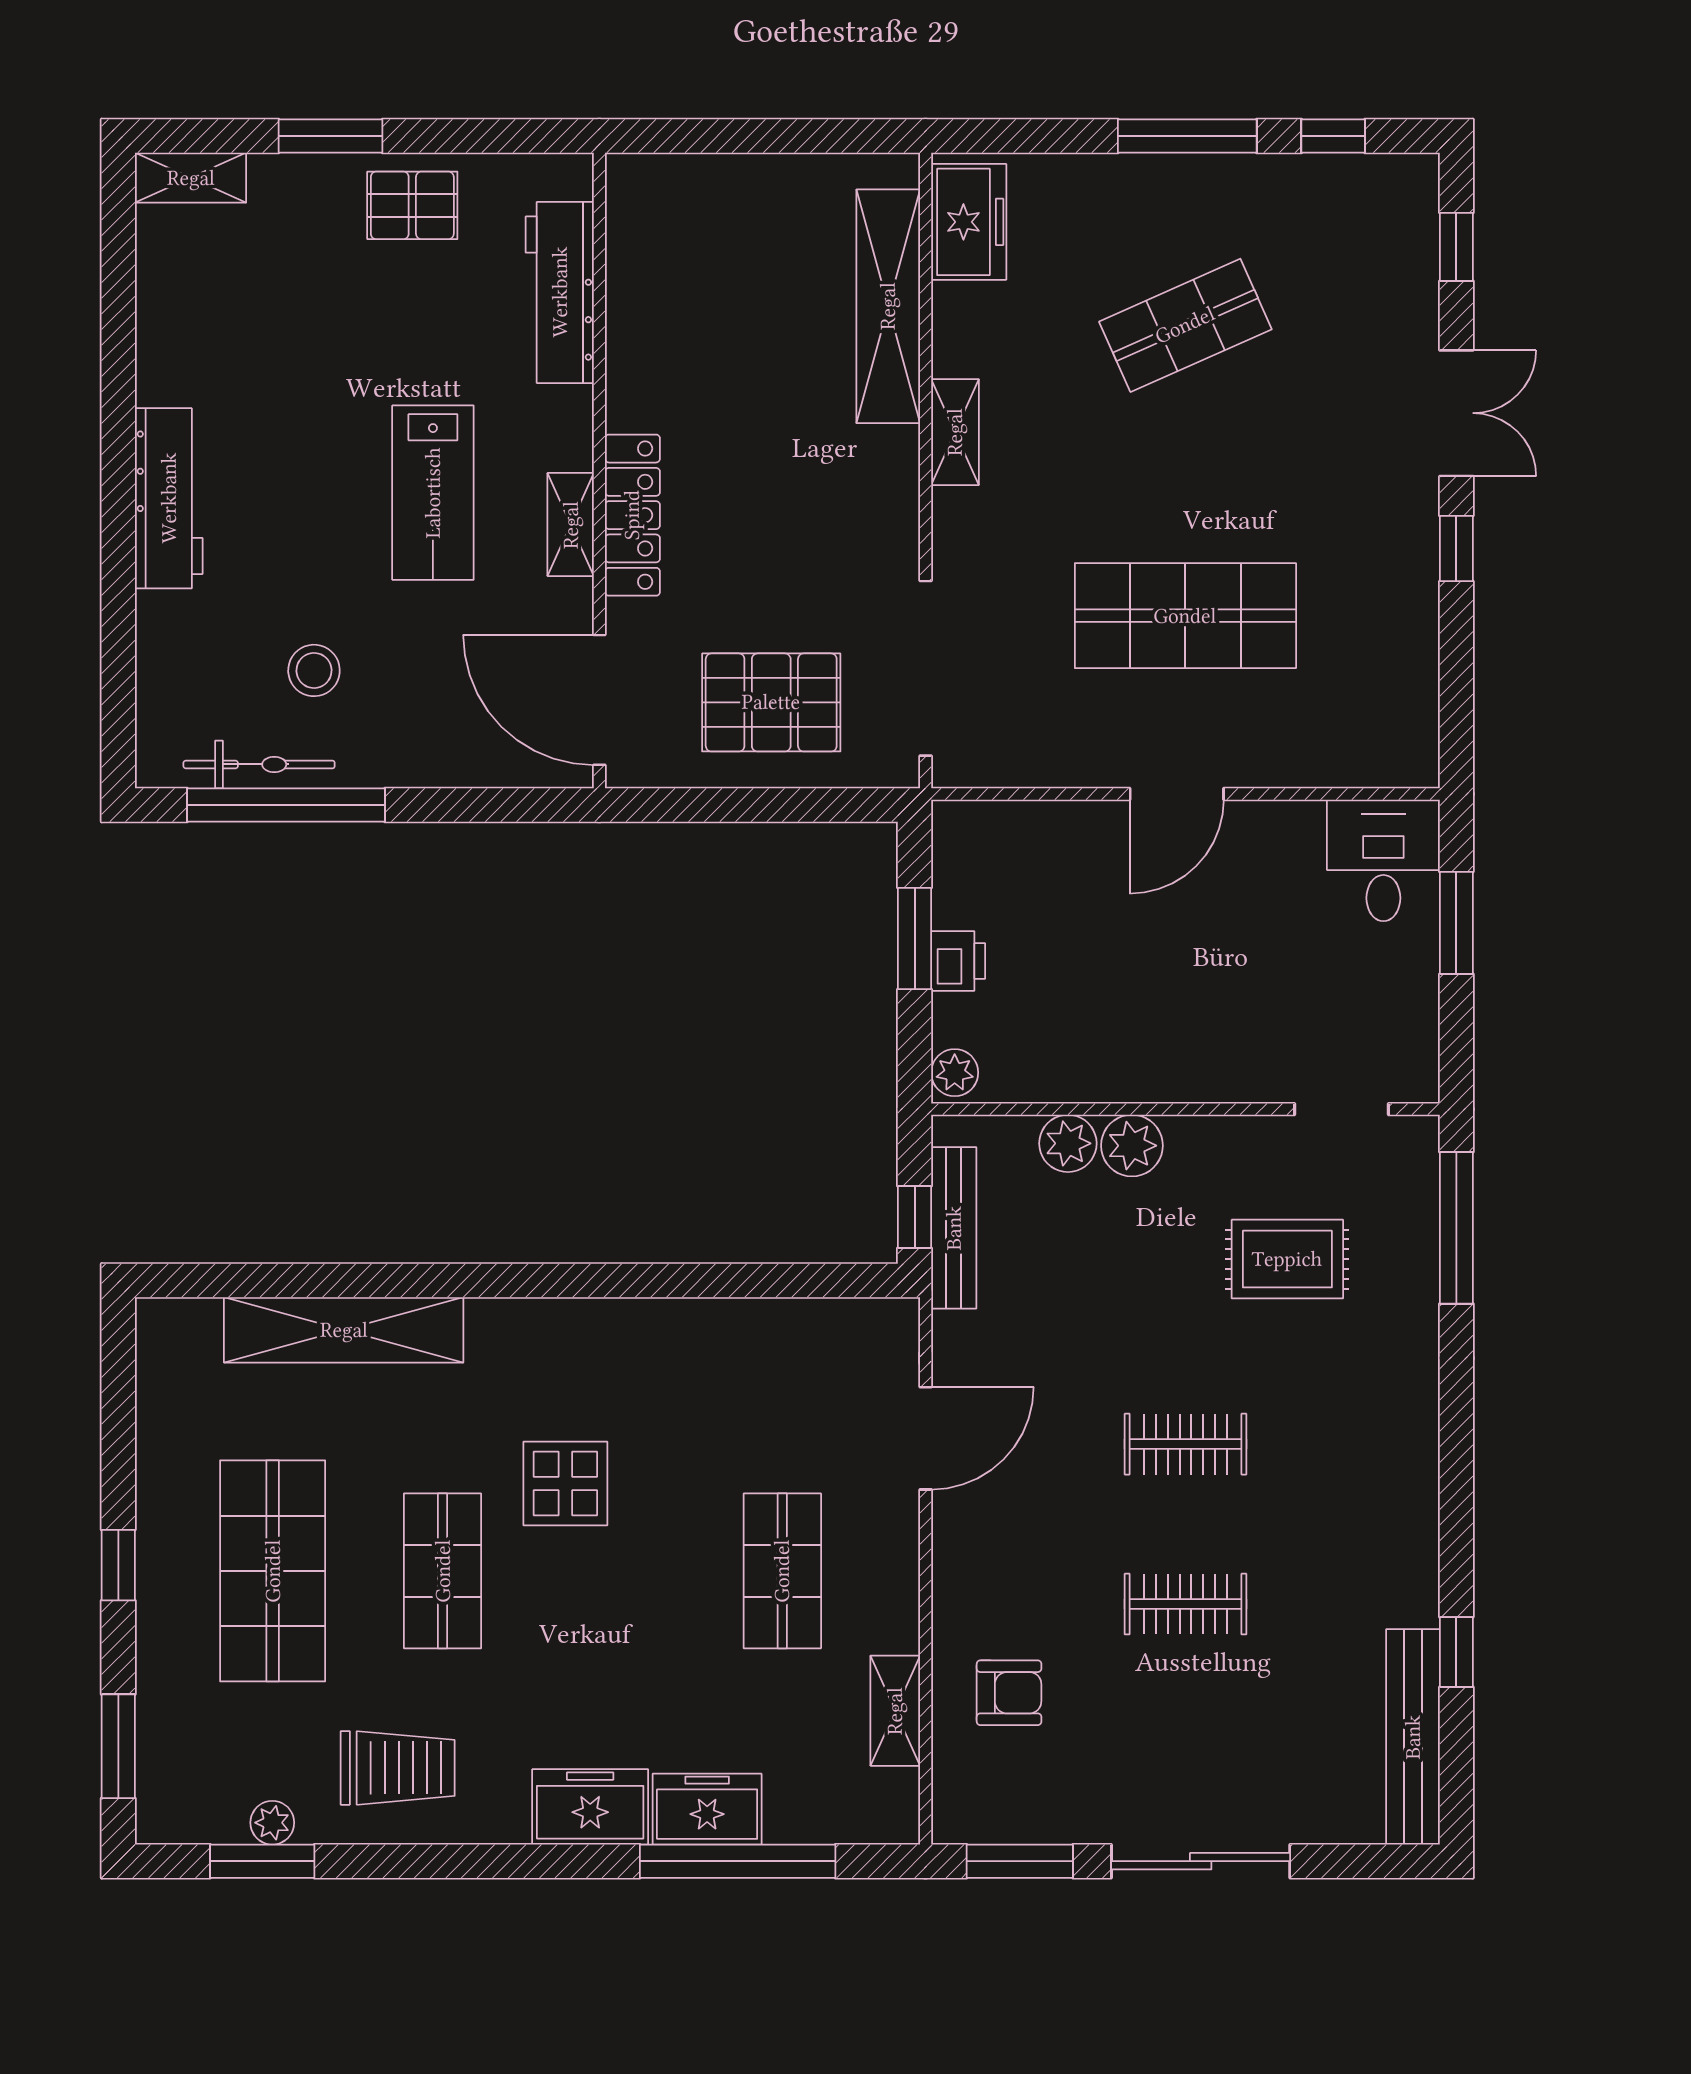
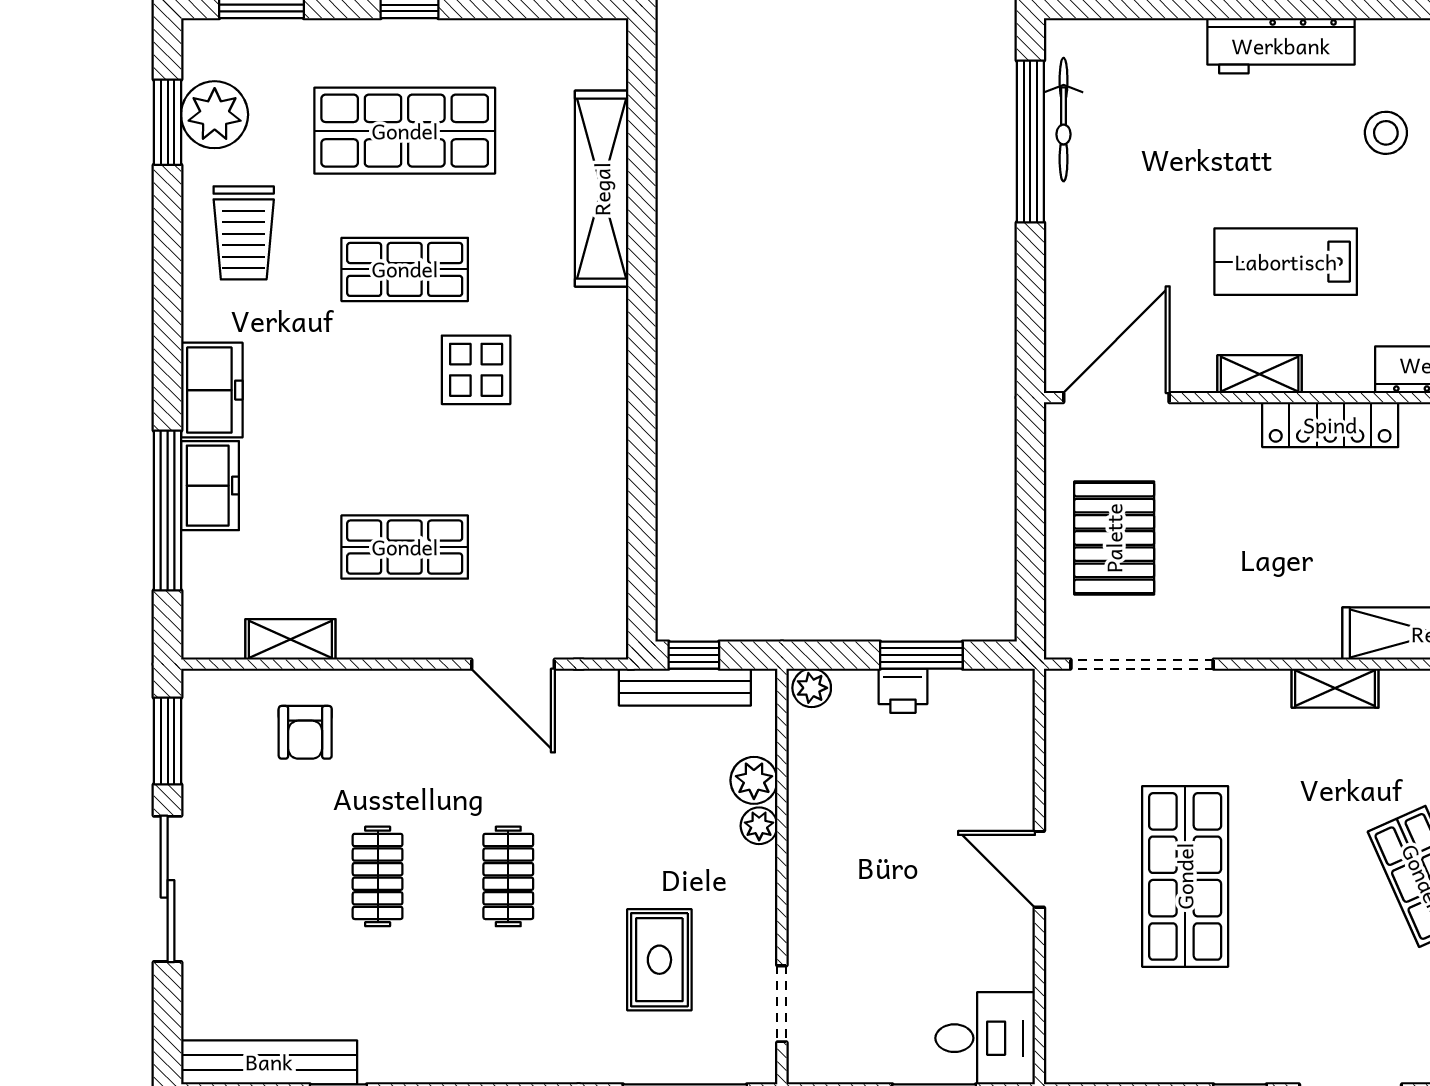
locker: (632, 515) -> (1330, 425), moved
stool: (314, 670) -> (1386, 133), moved
plant: (1132, 1146) -> (759, 826), width x0.73, depth x0.73
plant: (272, 1823) -> (215, 115), width x1.87, depth x1.87

